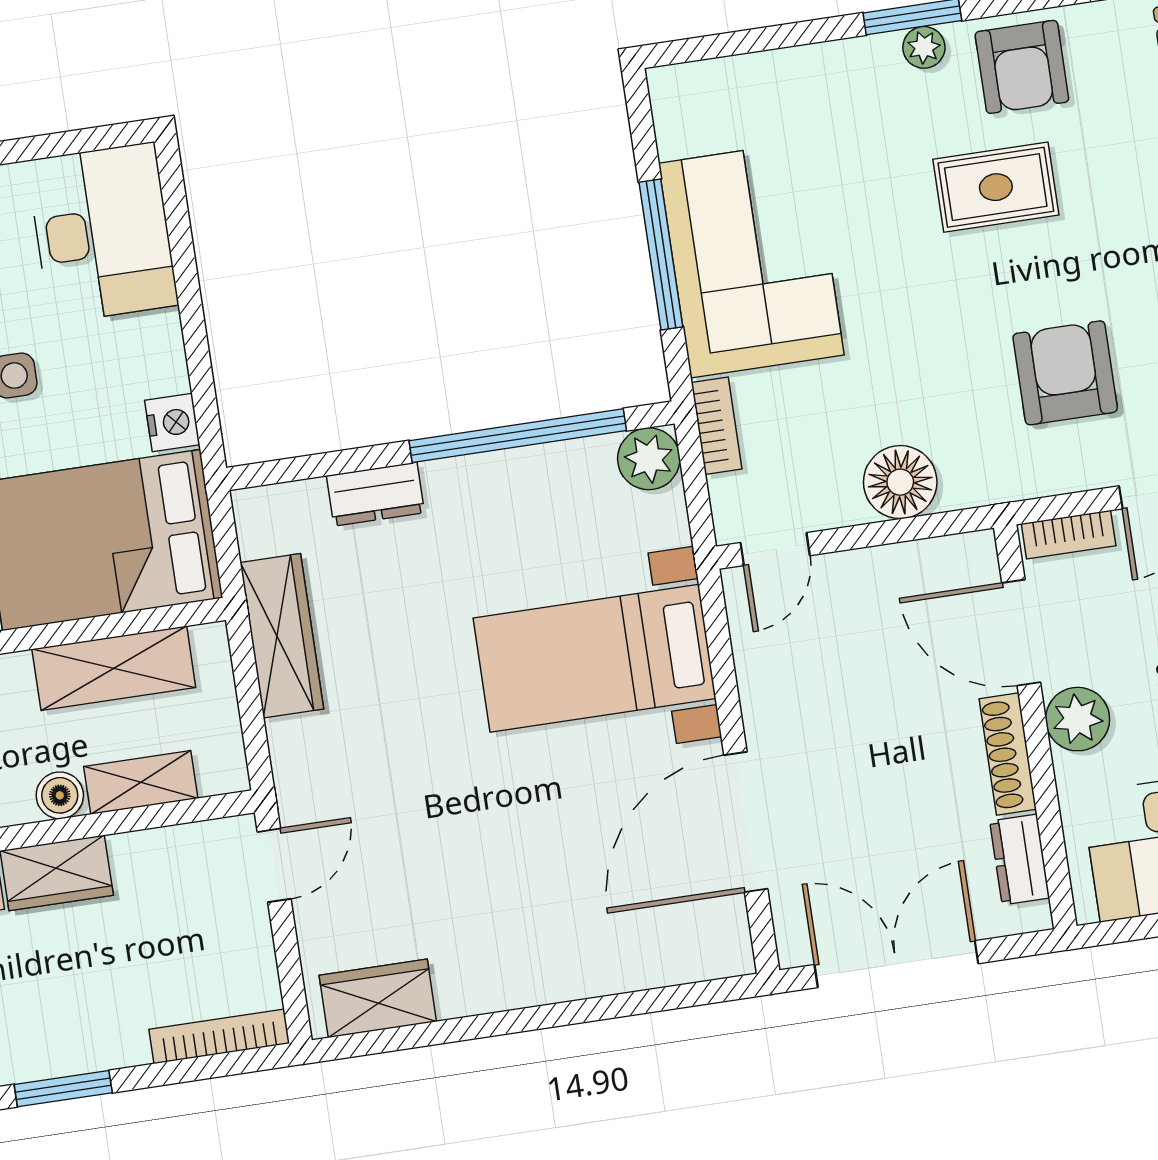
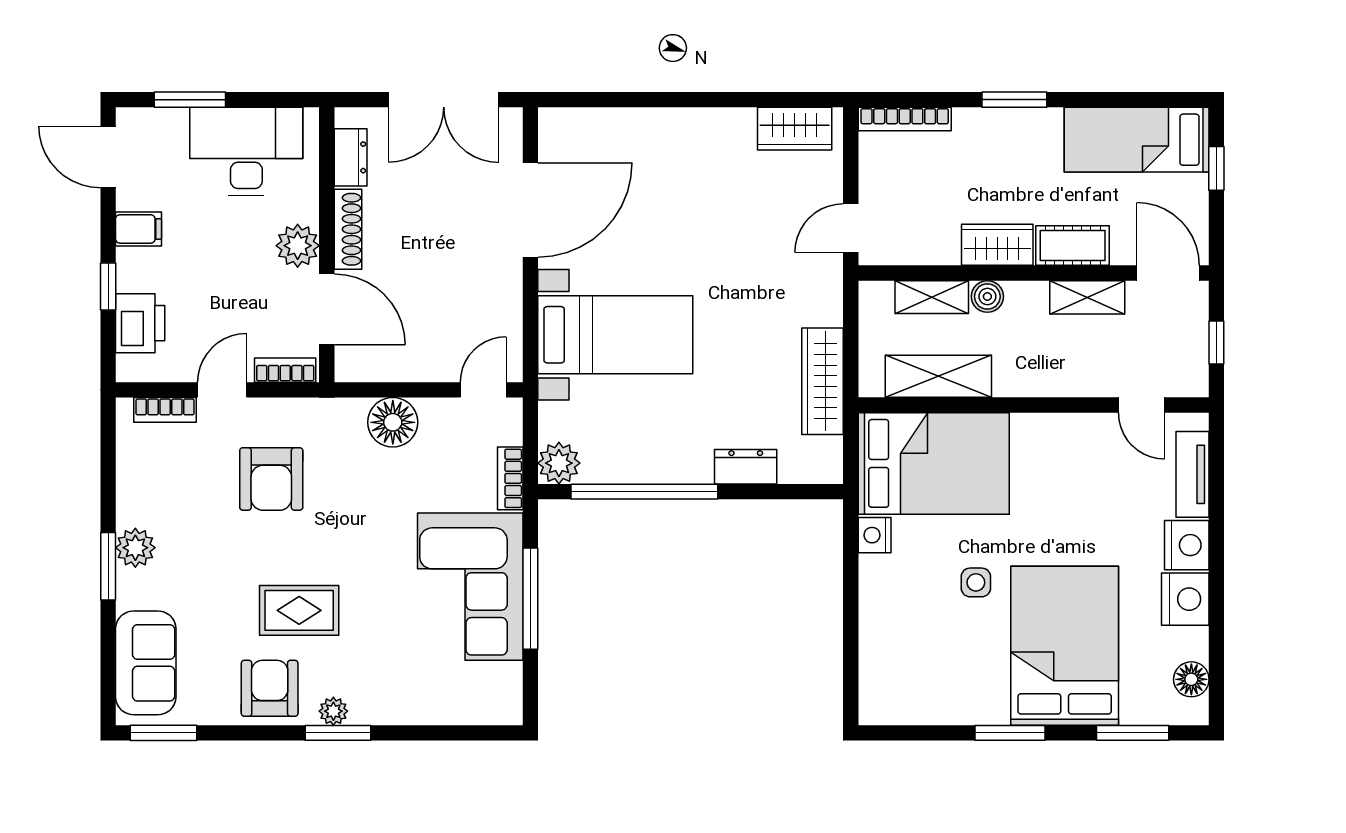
desk: (102, 233) -> (902, 669), removed

